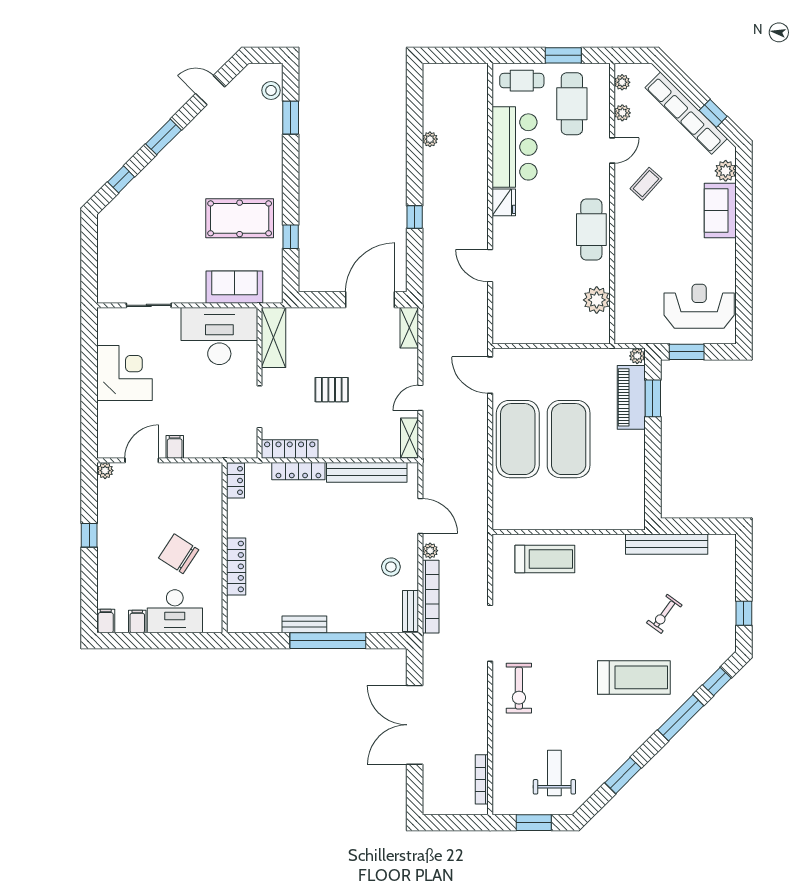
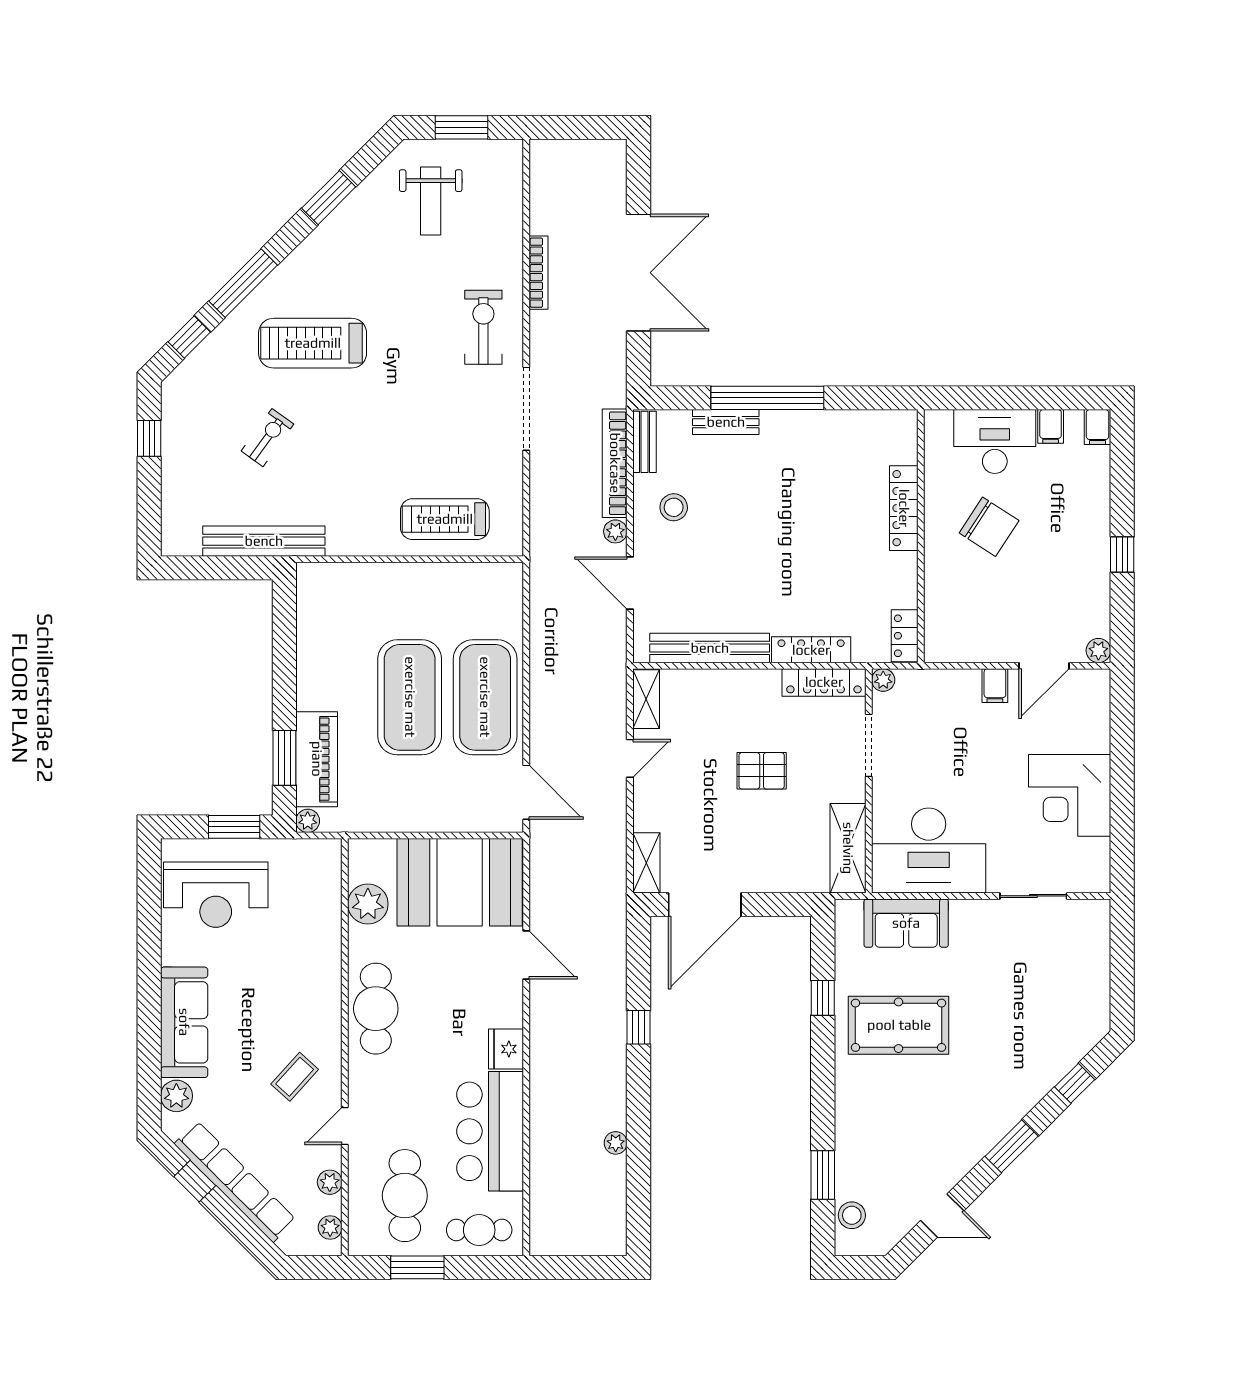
sofa: (720, 210) -> (184, 1022), width x1.36
booth: (535, 315) -> (460, 882), added
plant: (250, 451) -> (883, 680), added
bench: (304, 624) -> (726, 422), moved
bookcase: (482, 779) -> (539, 273), moved

